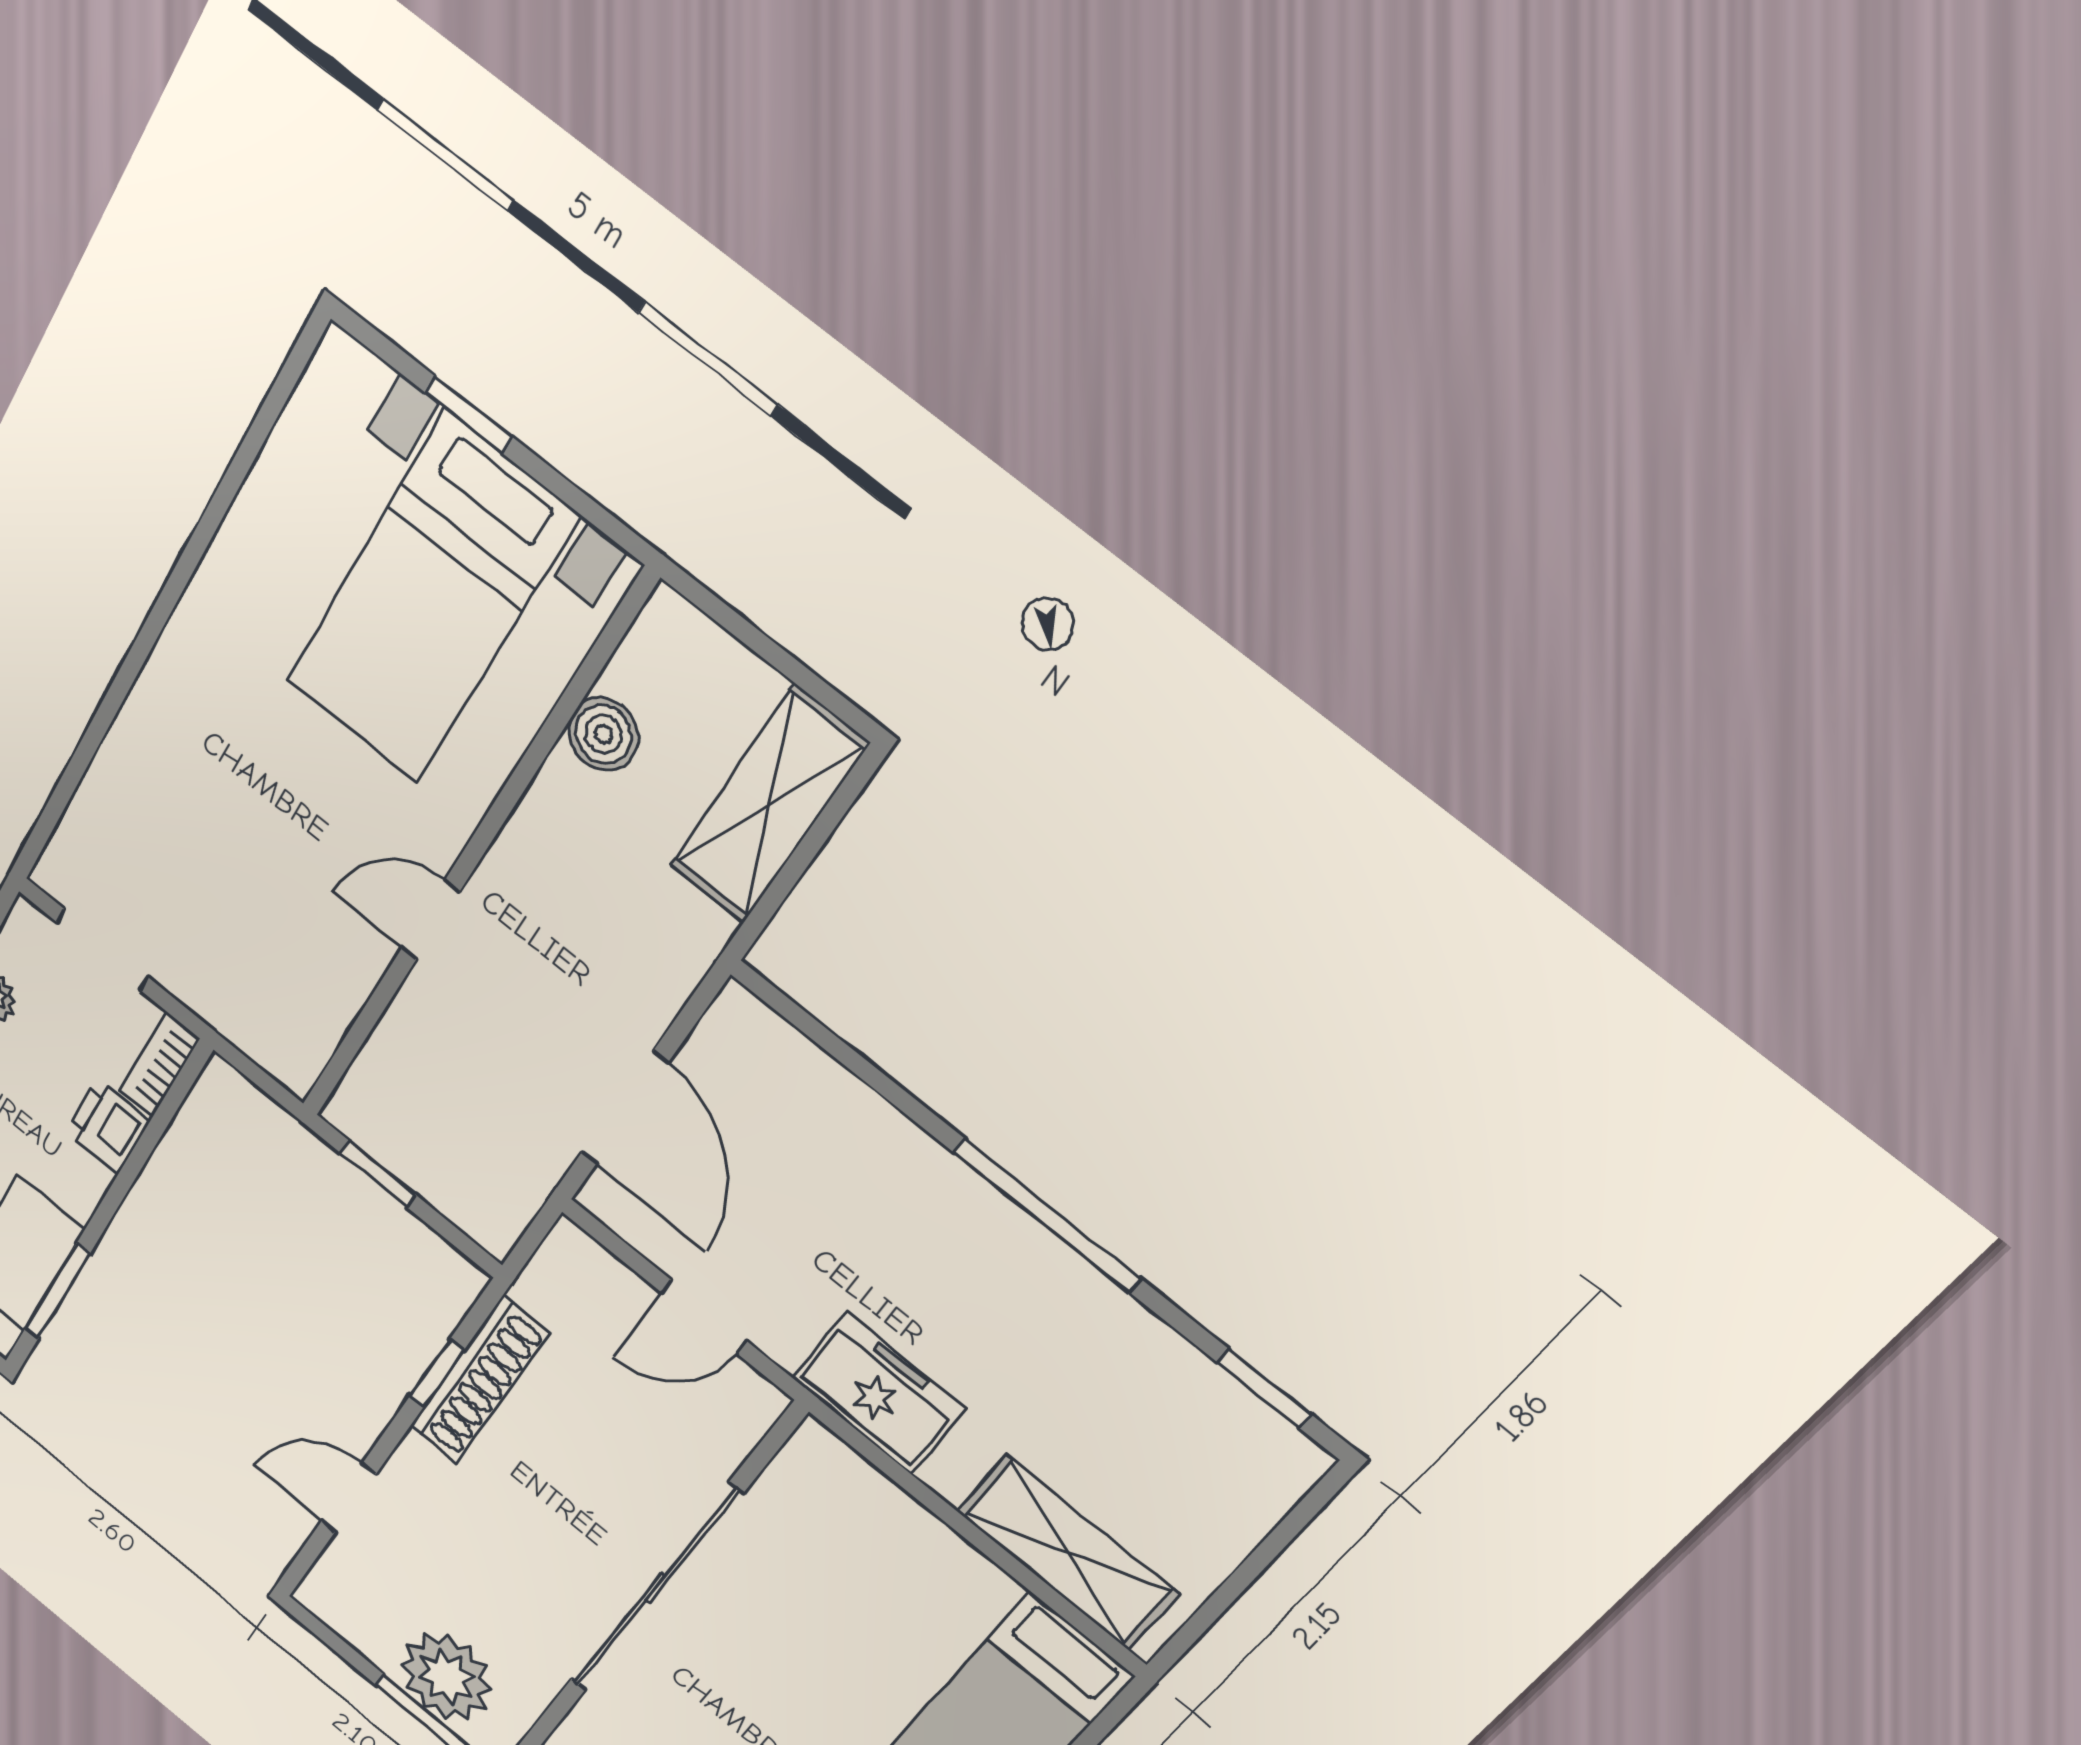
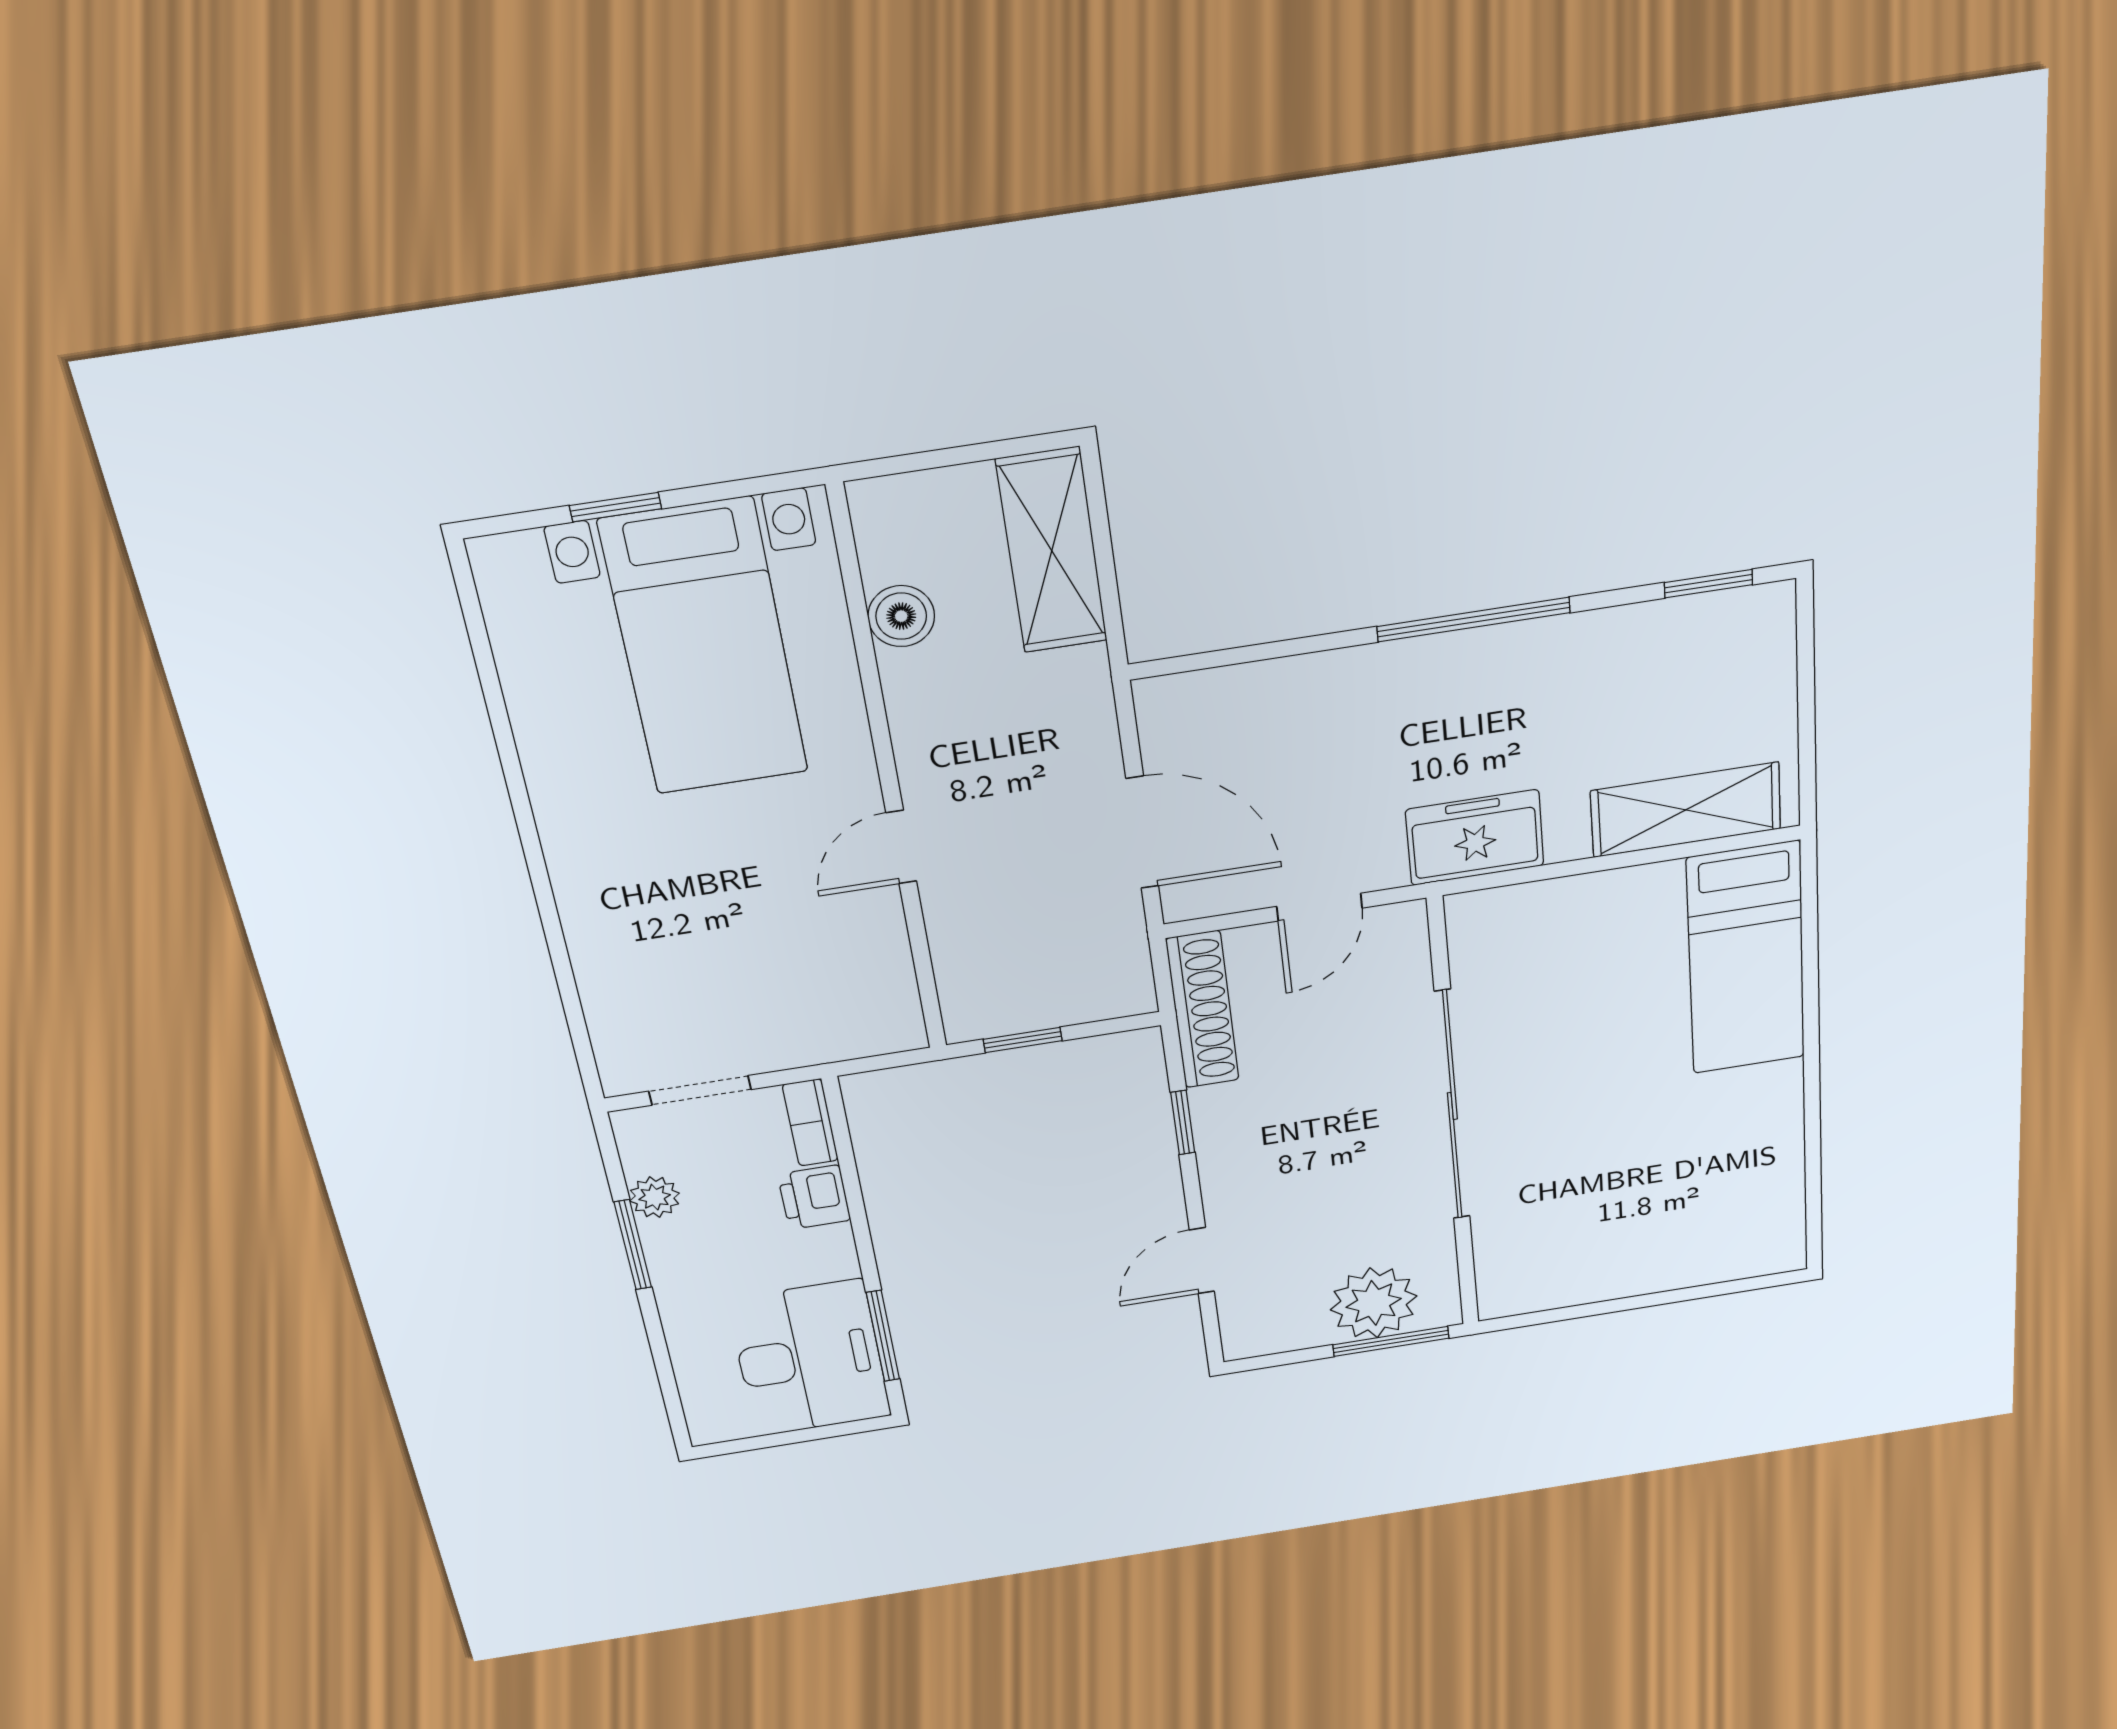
shoe rack: (479, 1380) -> (1203, 1010), moved

